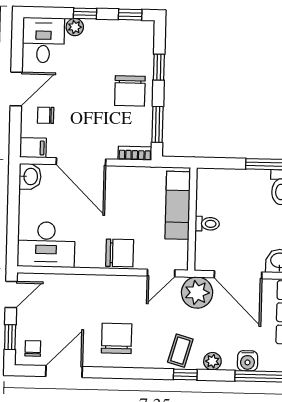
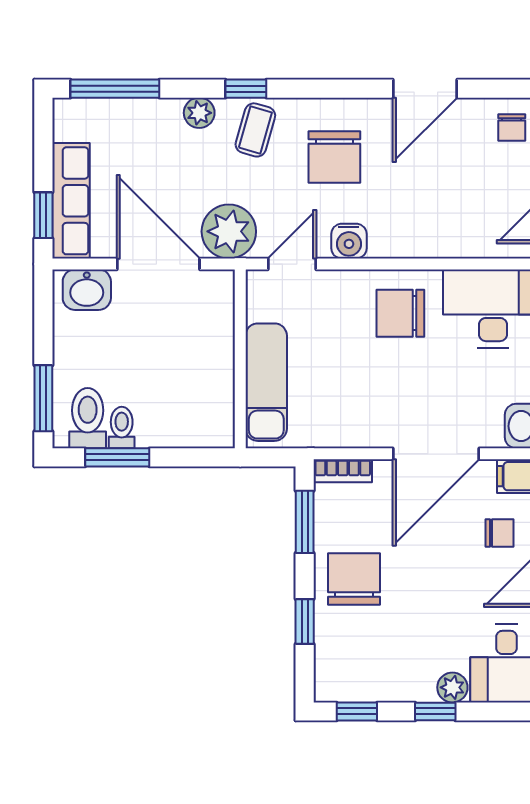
door: (81, 162) -> (436, 454), swing flipped
toilet: (207, 224) -> (122, 427), moved, turned 90
chair: (120, 253) -> (400, 313), moved
chair: (117, 338) -> (334, 157), moved
water cooler: (248, 361) -> (349, 241), moved, turned 180
door: (64, 372) -> (425, 89), moved

